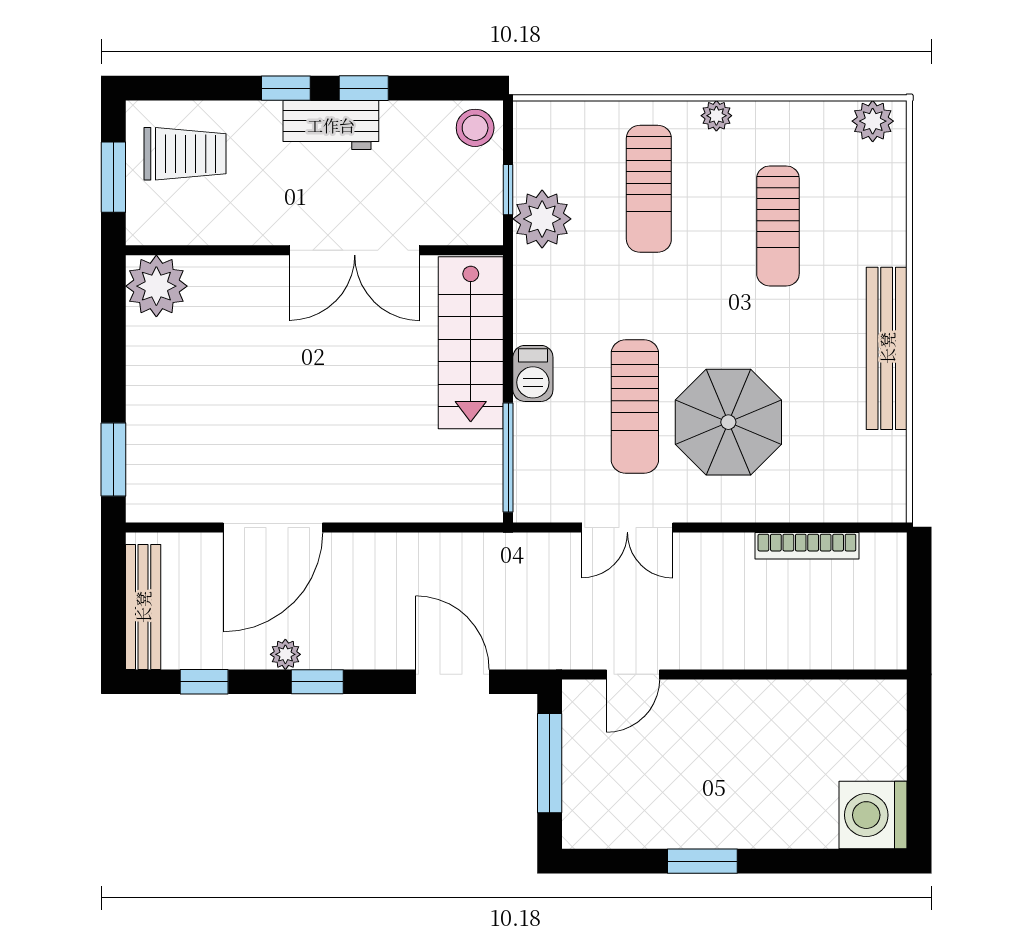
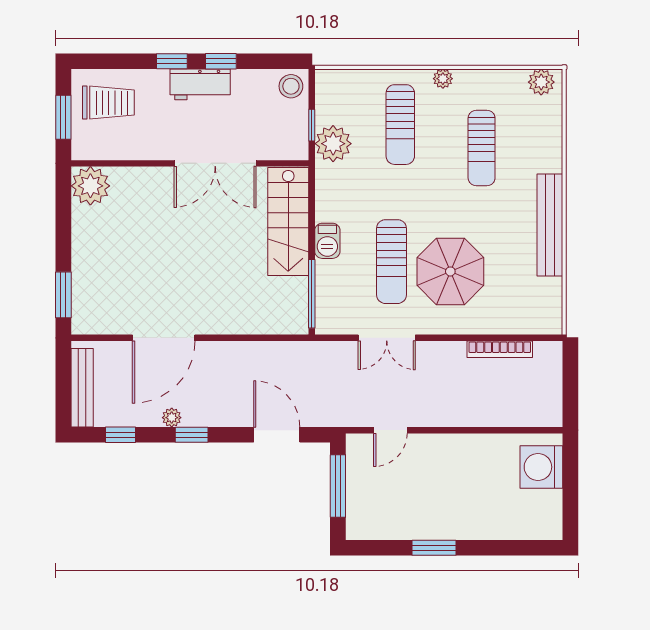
washing machine: (873, 815) -> (541, 467), moved

